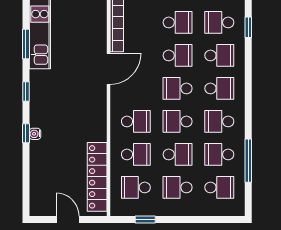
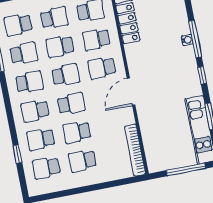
school desk: (219, 22) -> (46, 168), turned 180
window: (248, 27) -> (17, 154), moved
door: (108, 69) -> (131, 91), moved
window: (26, 133) -> (195, 39), width x2.17

